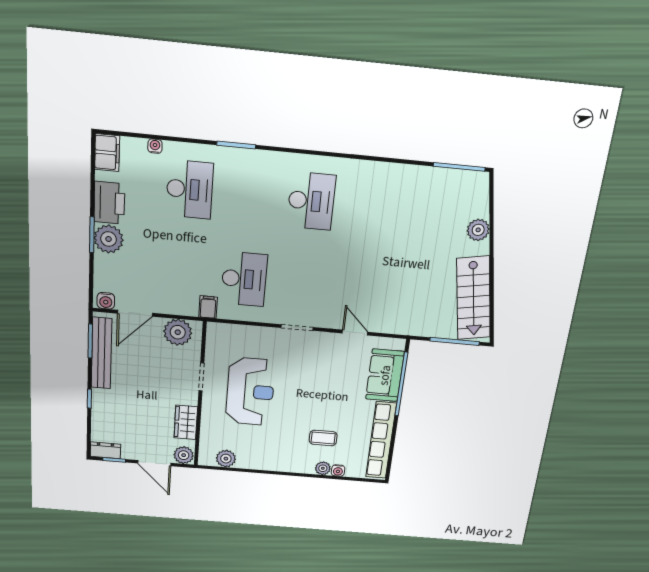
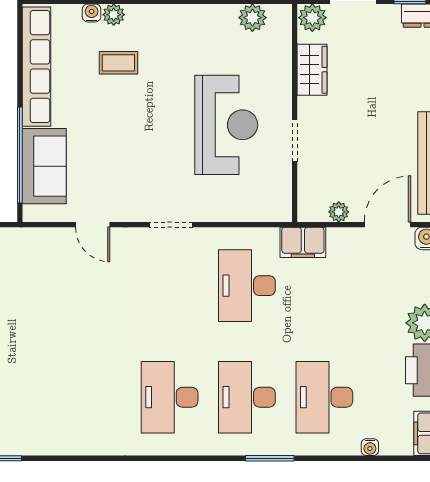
desk: (251, 195) -> (247, 397), added
filing cabinet: (208, 307) -> (303, 242), width x2.00
plant: (178, 332) -> (339, 212), width x0.53, depth x0.53
reception desk: (250, 392) -> (226, 125), turned 180

